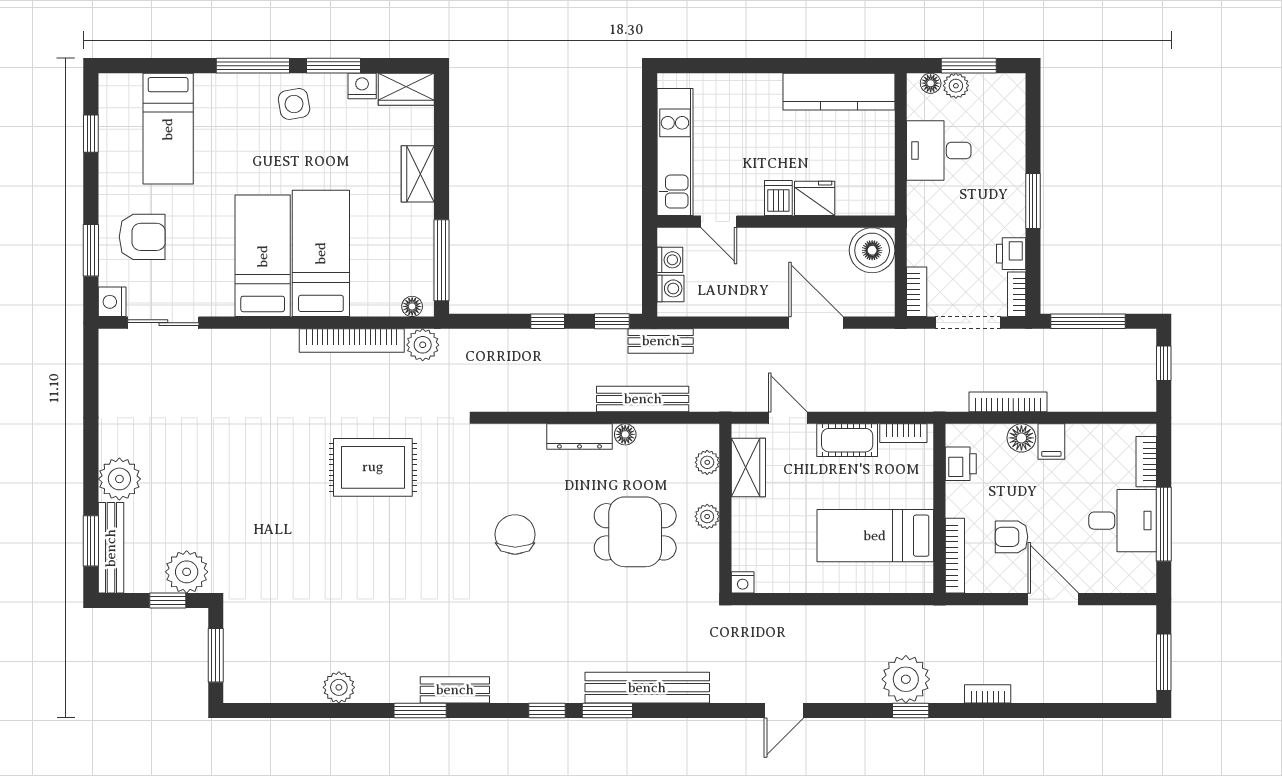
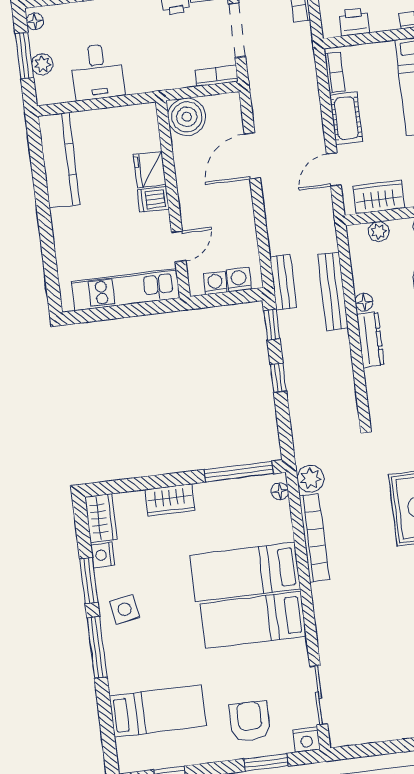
floor lamp: (931, 83) -> (35, 21), moved

